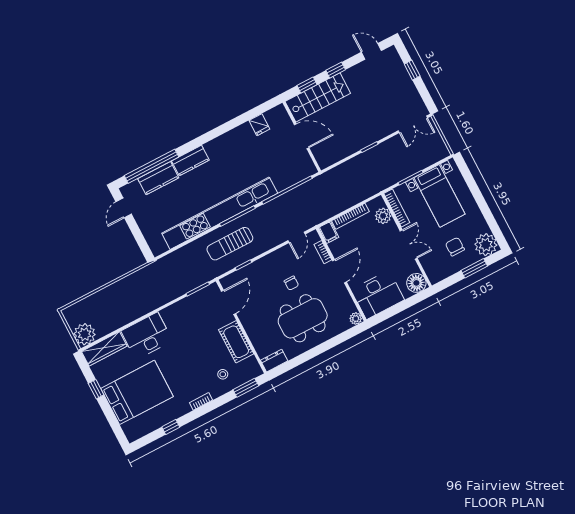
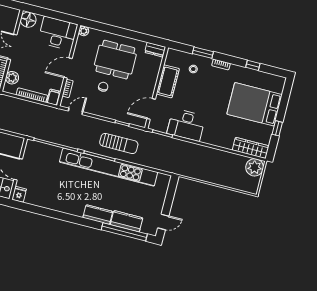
fridge: (259, 125) -> (19, 194), moved
desk: (147, 336) -> (186, 125), moved
window: (246, 388) -> (203, 53), moved

